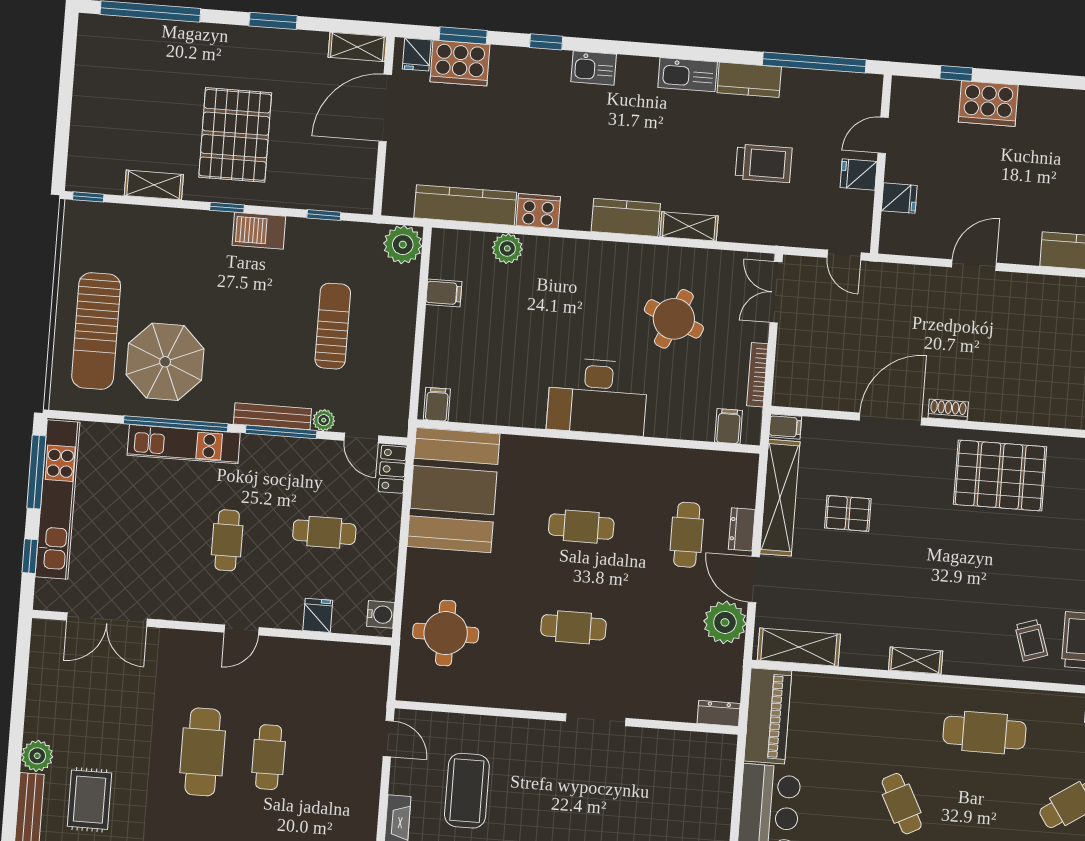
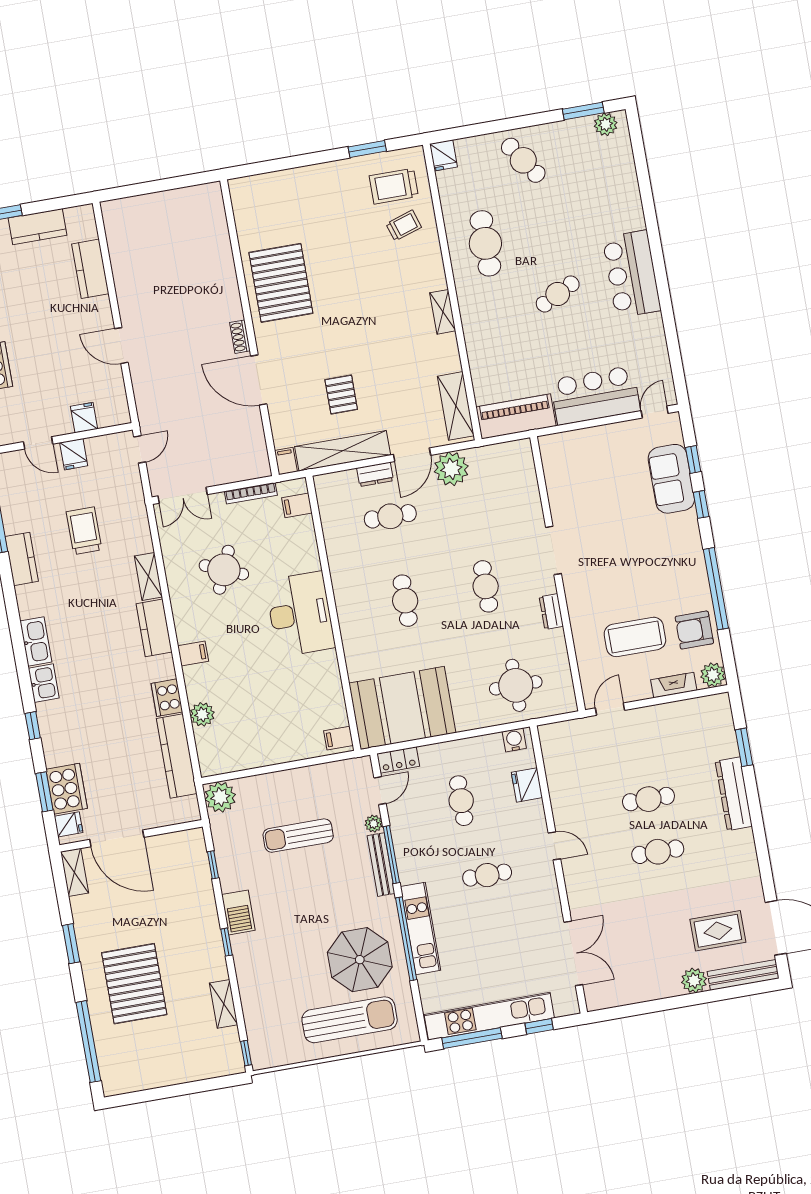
kitchen sink: (688, 75) -> (36, 641), moved
pallet: (235, 135) -> (134, 984), moved, turned 90
filing cabinet: (444, 293) -> (193, 653), moved, turned 90
fridge: (318, 615) -> (527, 785), width x1.38
dresser: (719, 713) -> (551, 611), moved
cafe table: (203, 752) -> (658, 852), width x0.73, depth x0.74

